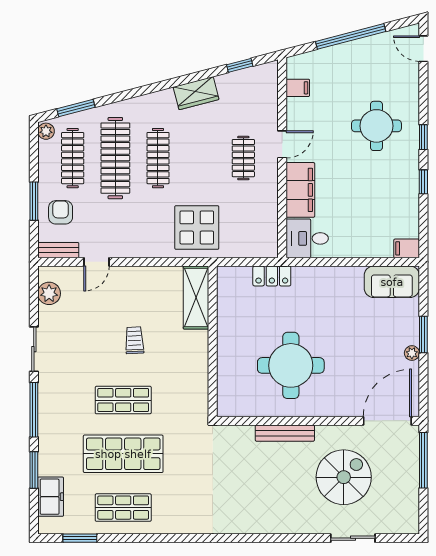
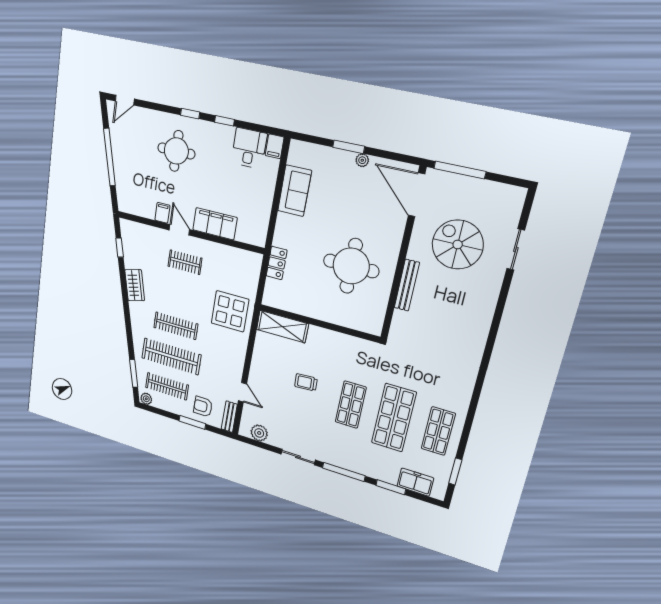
filing cabinet: (298, 88) -> (162, 213), moved
desk: (307, 238) -> (249, 148), moved, turned 180
sofa: (392, 282) -> (295, 191), moved

